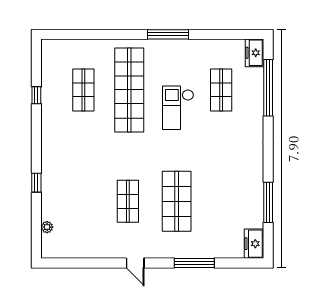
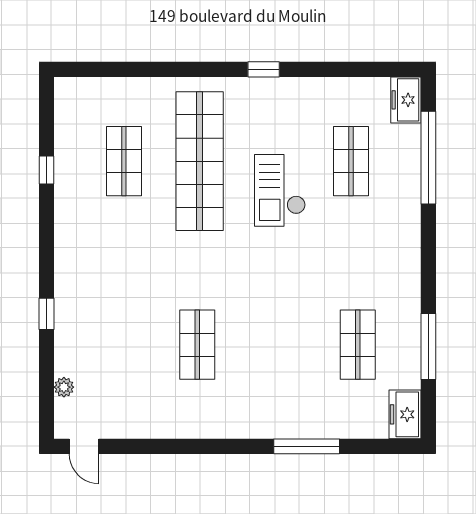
window: (168, 34) -> (264, 69), width x0.46
shop shelf: (177, 201) -> (358, 345), moved, width x0.70, depth x0.74
door: (135, 263) -> (84, 446), moved

